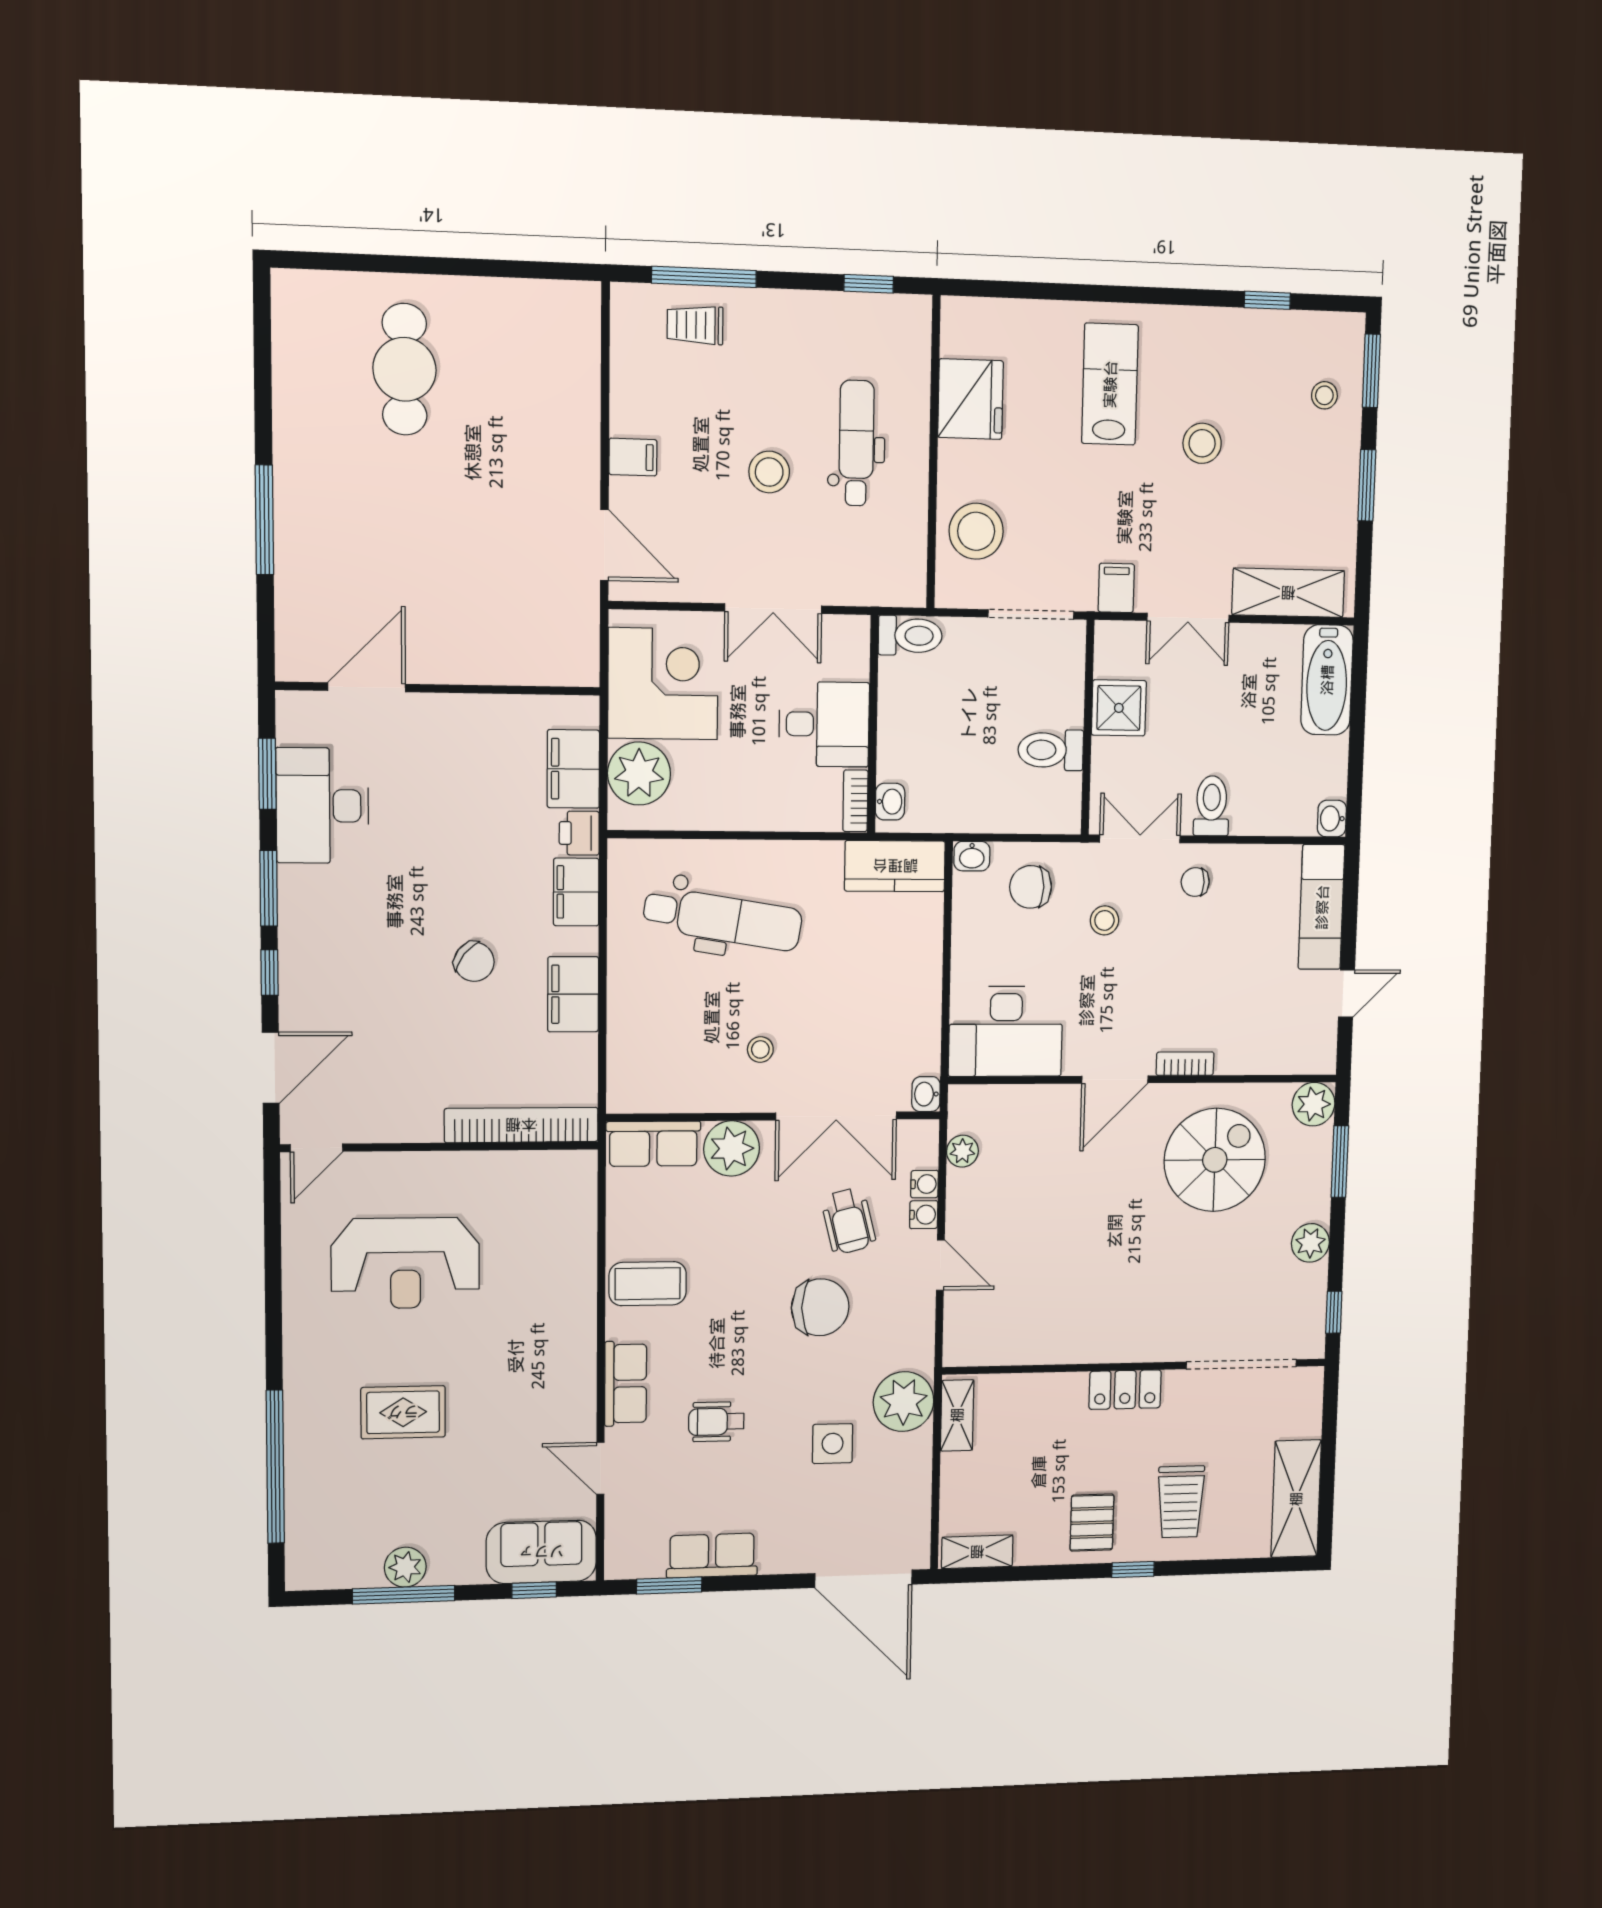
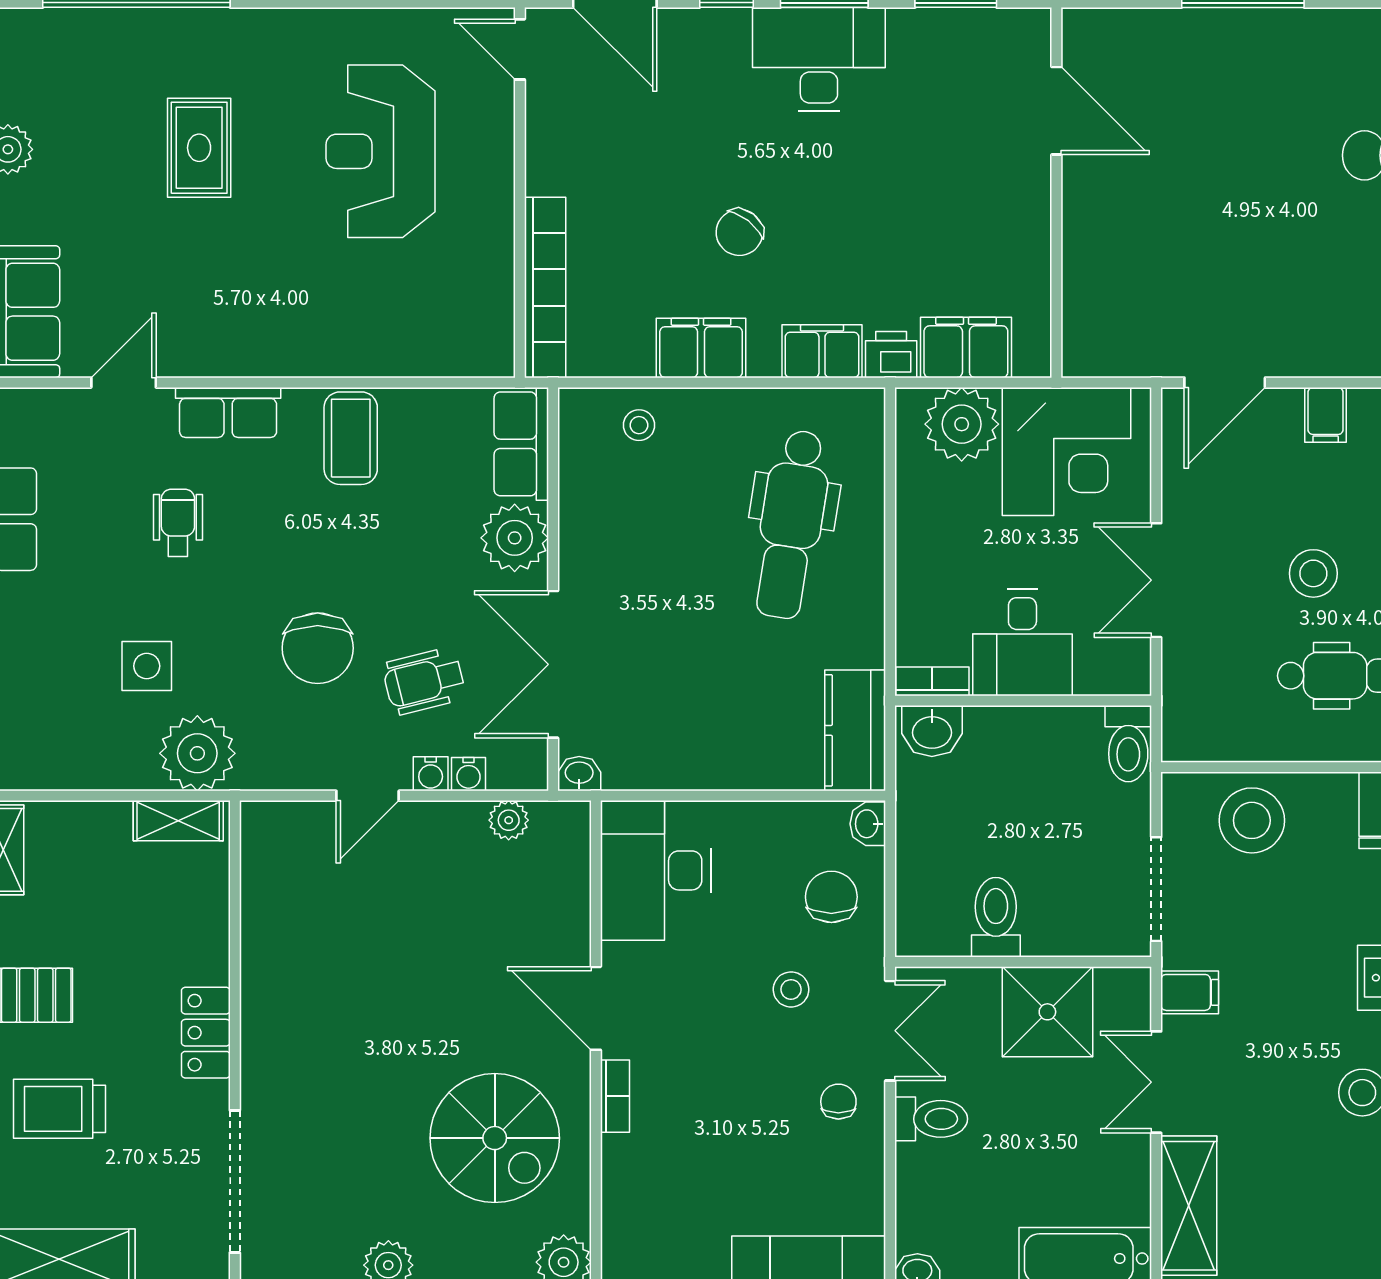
shower: (1119, 708) -> (1047, 1012), width x1.36, depth x1.36
washbasin: (890, 802) -> (932, 731), width x1.38, depth x1.45
desk: (322, 806) -> (819, 59), moved
stool: (760, 1049) -> (639, 425), moved

